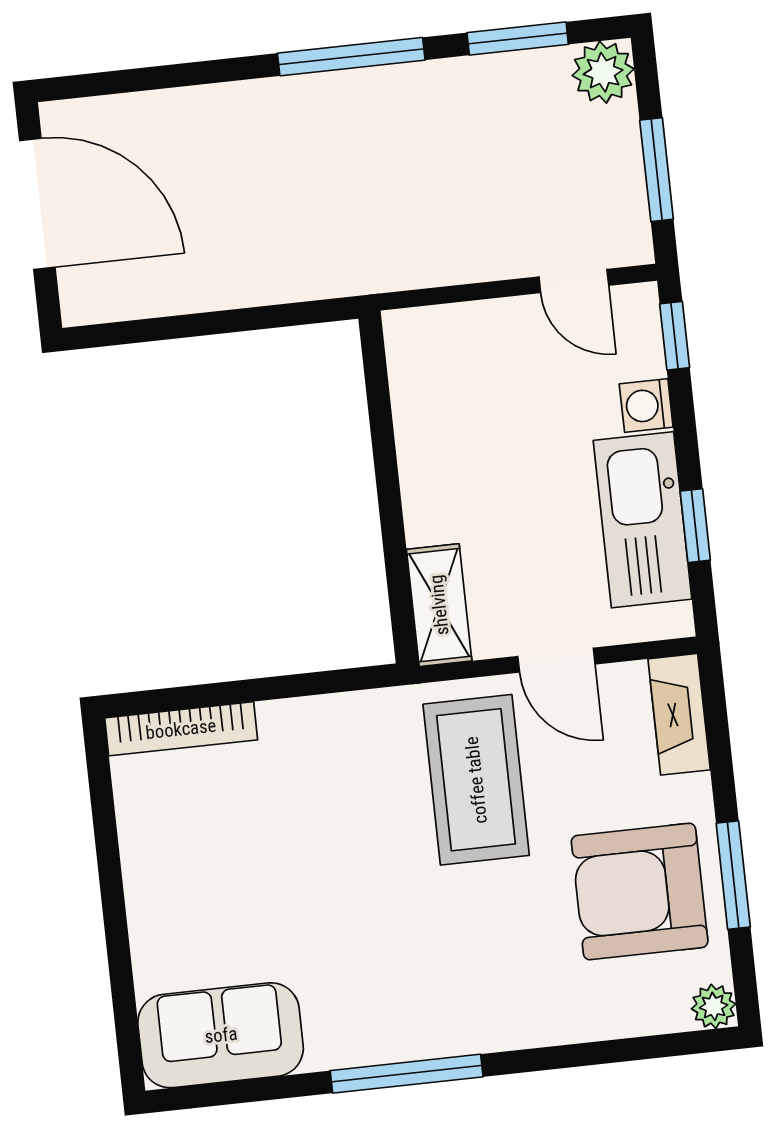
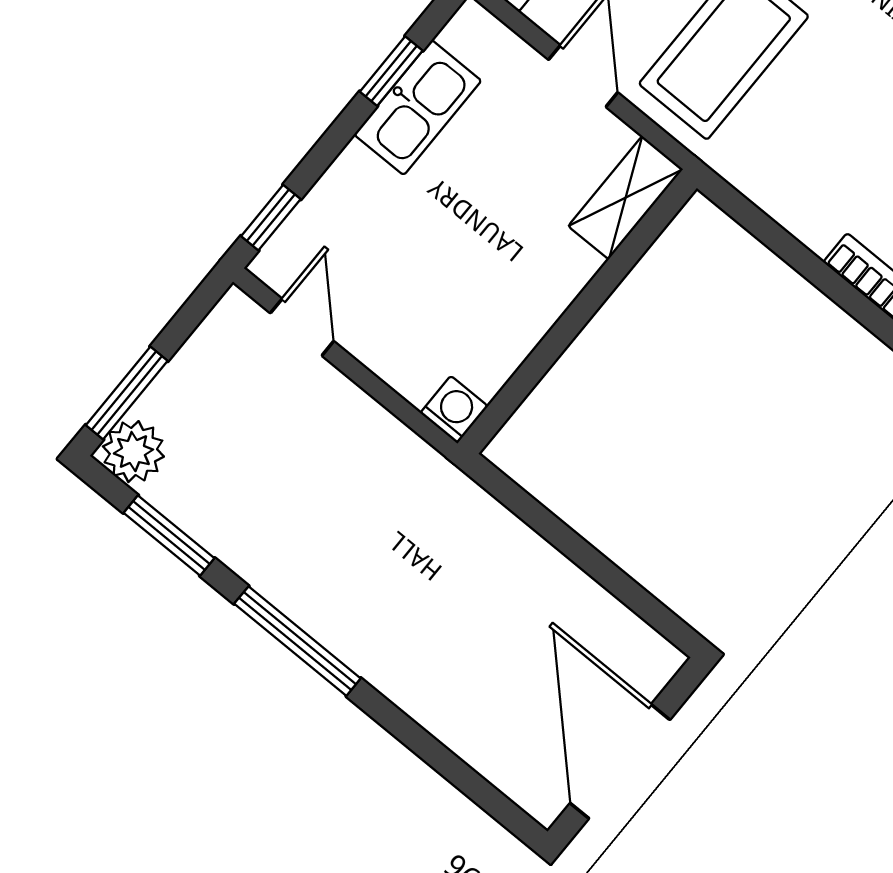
window: (657, 170) -> (127, 393), moved
washing machine: (646, 406) -> (454, 410), moved, turned -90
kitchen sink: (642, 520) -> (418, 108), width x0.73, depth x0.81

